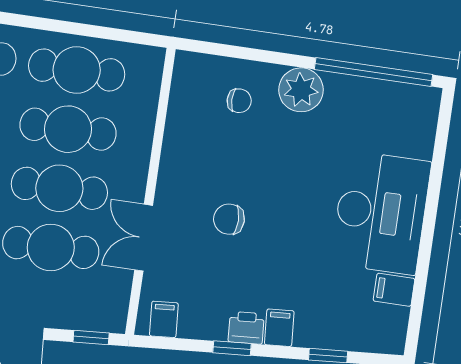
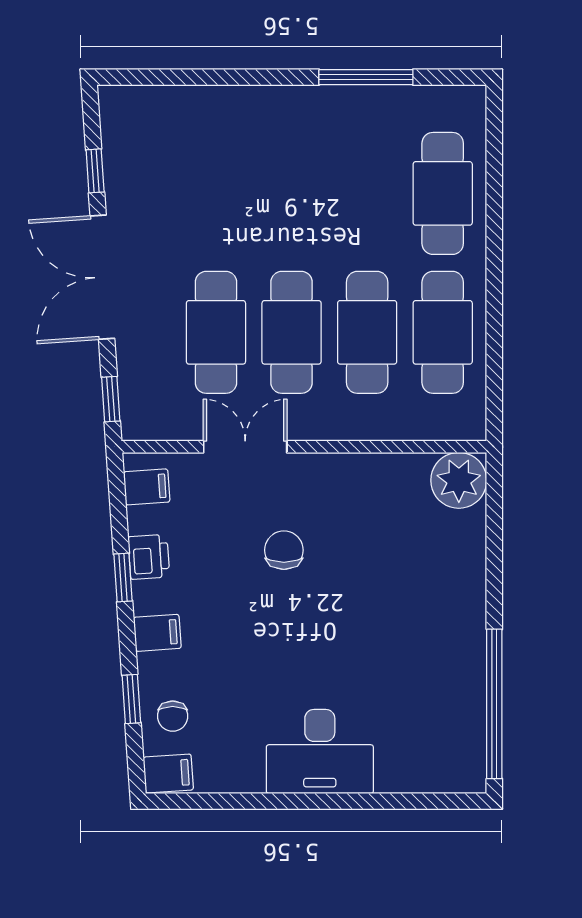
plant: (301, 90) -> (459, 480), moved
chair: (239, 101) -> (173, 716), moved
desk: (381, 213) -> (320, 751), width x0.73, depth x0.77
filing cabinet: (394, 290) -> (168, 773), moved, turned 86
printer: (246, 328) -> (149, 557), moved

